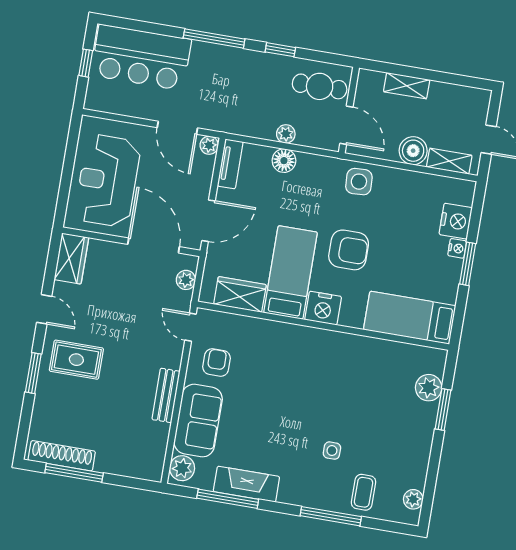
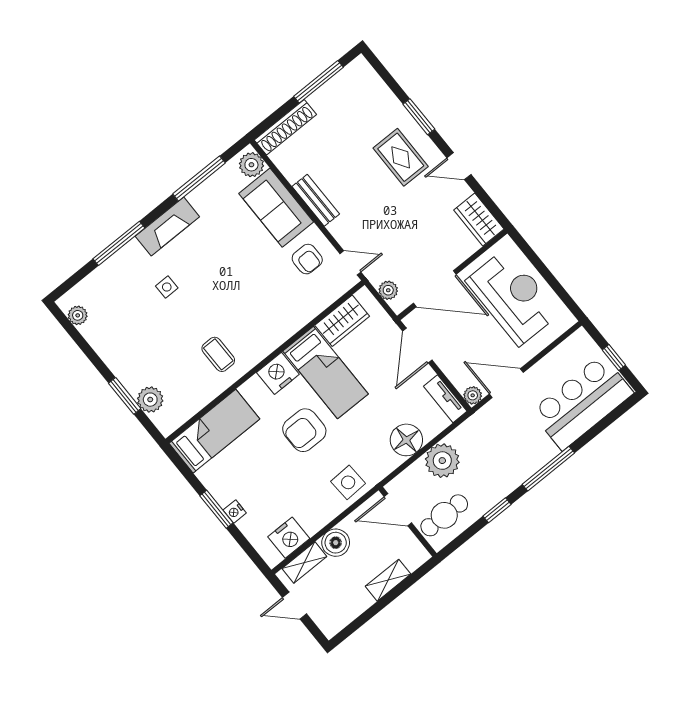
plant: (286, 134) -> (442, 461), width x1.87, depth x1.87
floor lamp: (284, 161) -> (406, 440), width x1.38, depth x1.38
nightstand: (456, 221) -> (289, 538), moved, turned -90
rug: (76, 360) -> (401, 157), turned 90
shoe rack: (62, 456) -> (285, 127), moved
fireplace: (246, 484) -> (167, 226), moved
coffee table: (363, 492) -> (218, 354), moved

